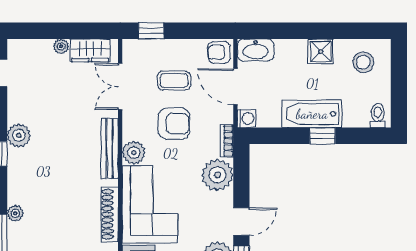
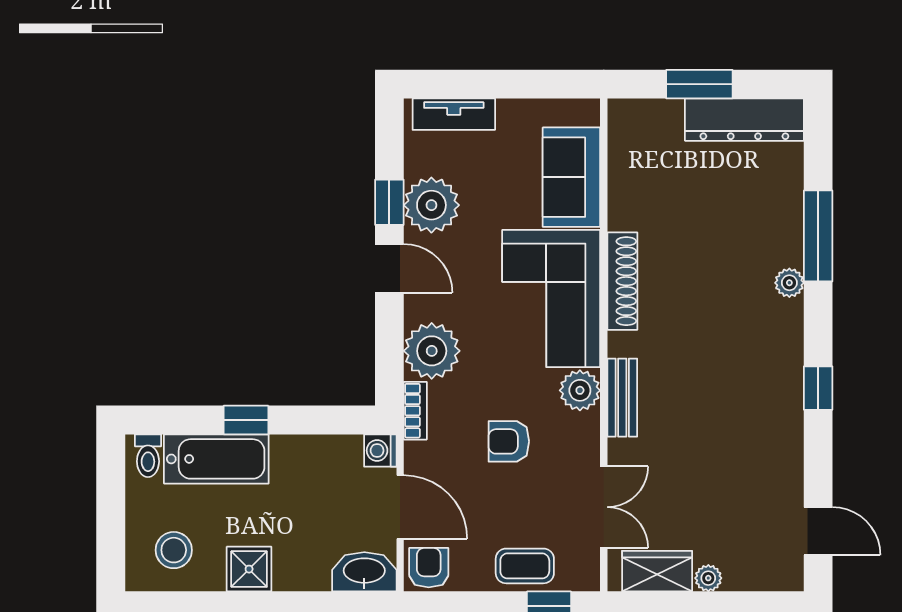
armchair: (219, 52) -> (429, 568), turned -90
coffee table: (174, 81) -> (525, 566), moved
bathtub: (312, 114) -> (216, 459), moved
armchair: (174, 124) -> (509, 441), width x0.72, depth x0.72
plant: (19, 135) -> (783, 421), removed
bench: (110, 148) -> (622, 398), width x0.73
door: (241, 221) -> (389, 268), swing flipped

